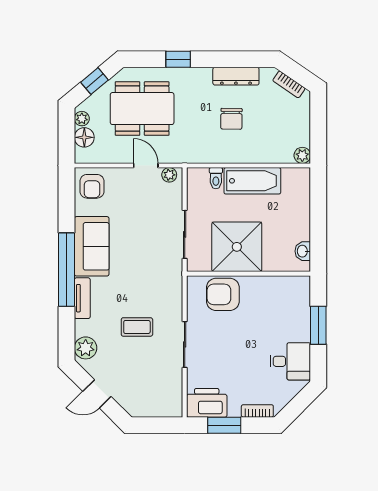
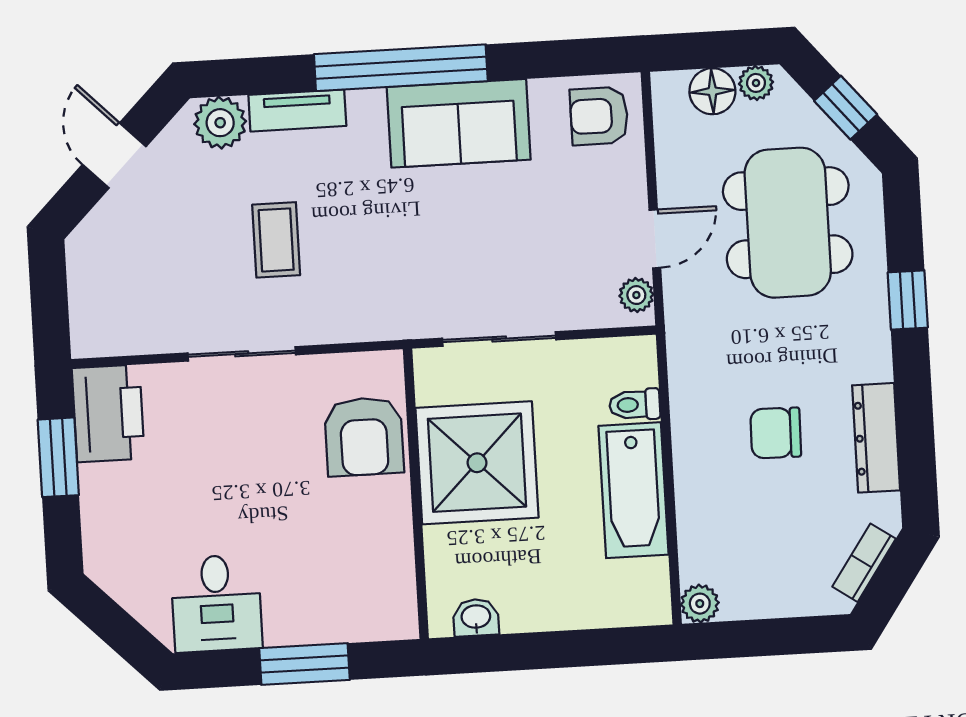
armchair: (223, 294) -> (364, 437), turned 180
tv unit: (82, 298) -> (297, 110), moved
bookcase: (257, 411) -> (96, 533), removed

